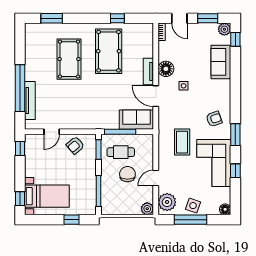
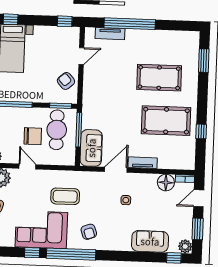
floor lamp: (166, 69) -> (166, 183), moved
tv unit: (30, 100) -> (110, 34), width x0.71
door: (52, 132) -> (81, 56), swing flipped
window: (235, 135) -> (71, 254), width x2.11
cafe table: (121, 152) -> (57, 130), width x1.37, depth x1.35

